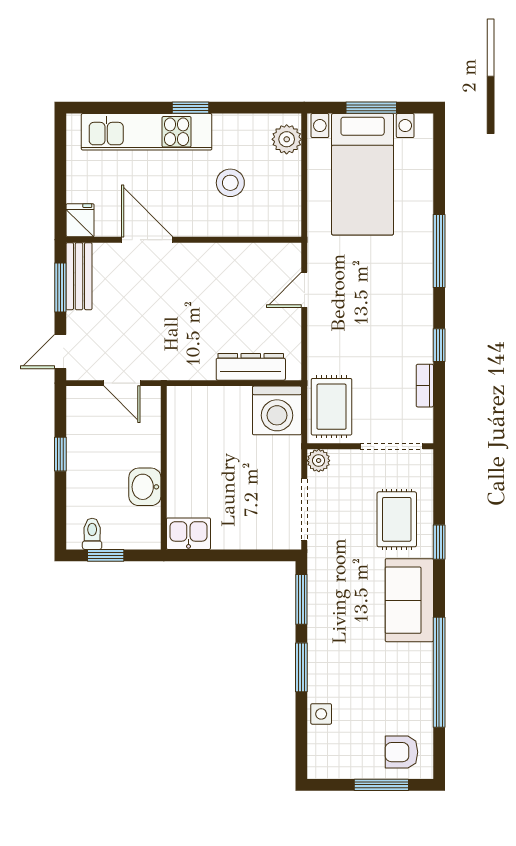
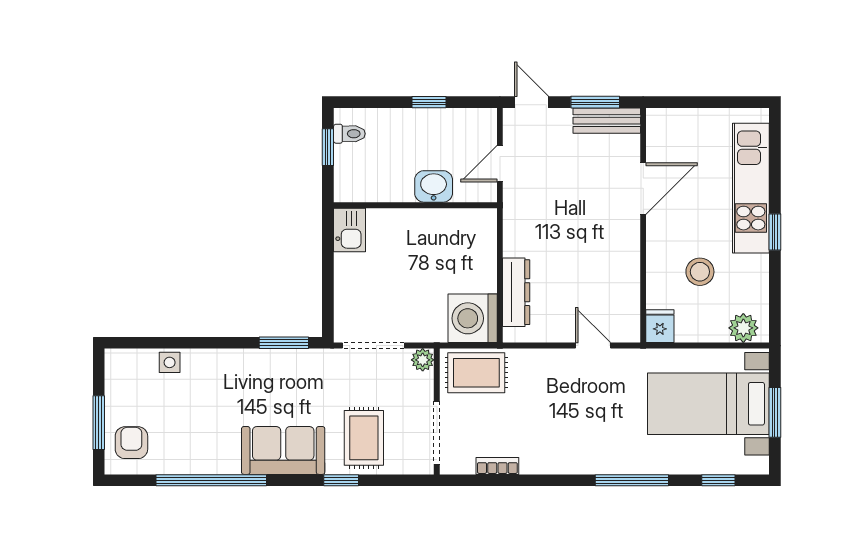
fridge: (80, 220) -> (660, 326), moved, turned -90
window: (439, 345) -> (718, 480), moved
washbasin: (145, 487) -> (434, 186), moved
rug: (397, 519) -> (364, 438), turned 90
window: (301, 667) -> (216, 343), removed

